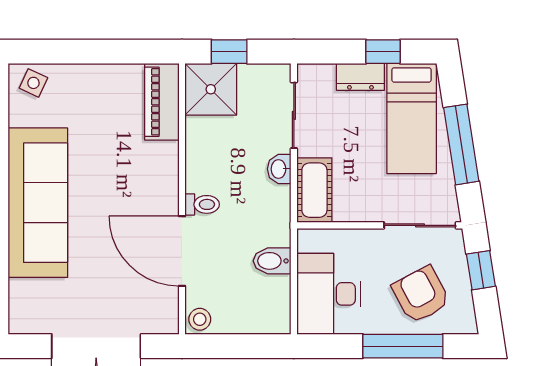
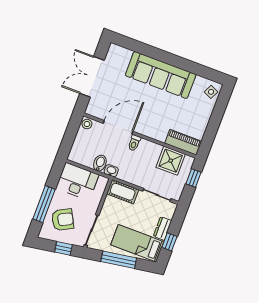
shower: (211, 89) -> (171, 161), moved
washbasin: (279, 169) -> (111, 171), moved

